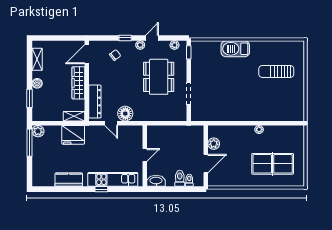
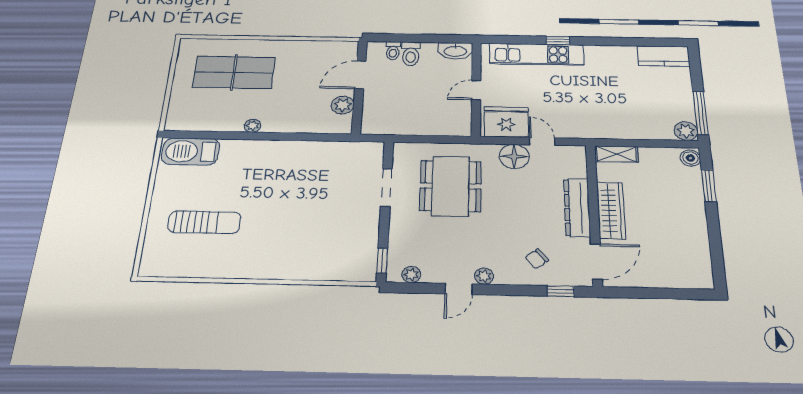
window: (125, 38) -> (561, 291), moved
barbecue: (235, 49) -> (191, 151), moved, turned 180
shelving: (37, 59) -> (700, 254), removed
dining table: (159, 77) -> (451, 186), moved
boiler: (37, 83) -> (690, 158), moved
dresser: (95, 102) -> (577, 208), moved
fridge: (73, 135) -> (506, 122), moved
kitchen counter: (69, 180) -> (663, 56), moved

